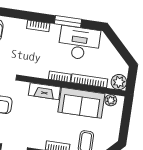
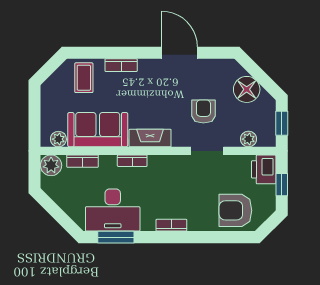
window: (68, 21) -> (116, 237), moved
bookcase: (89, 81) -> (83, 161), width x0.64

